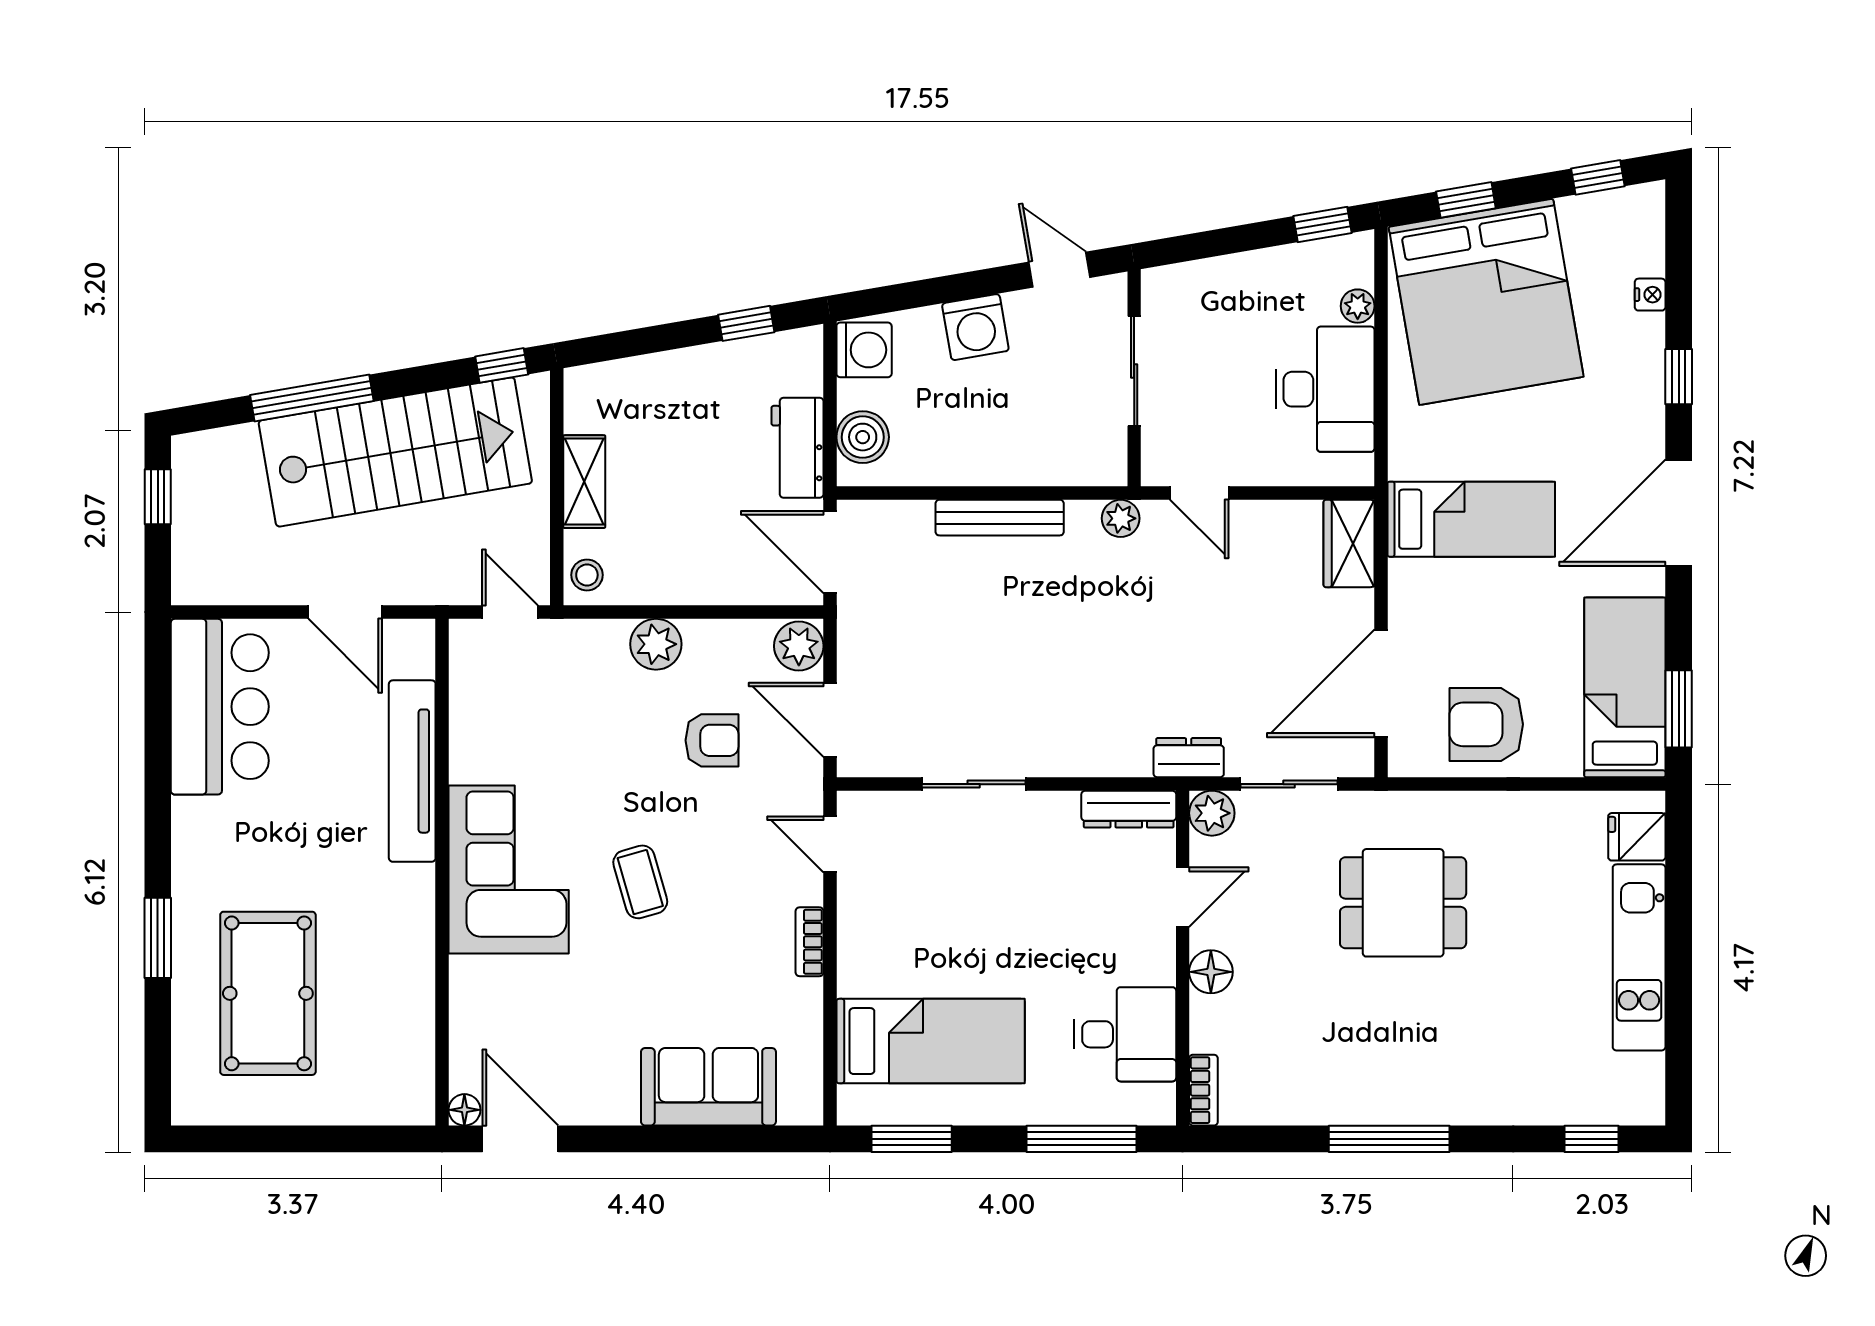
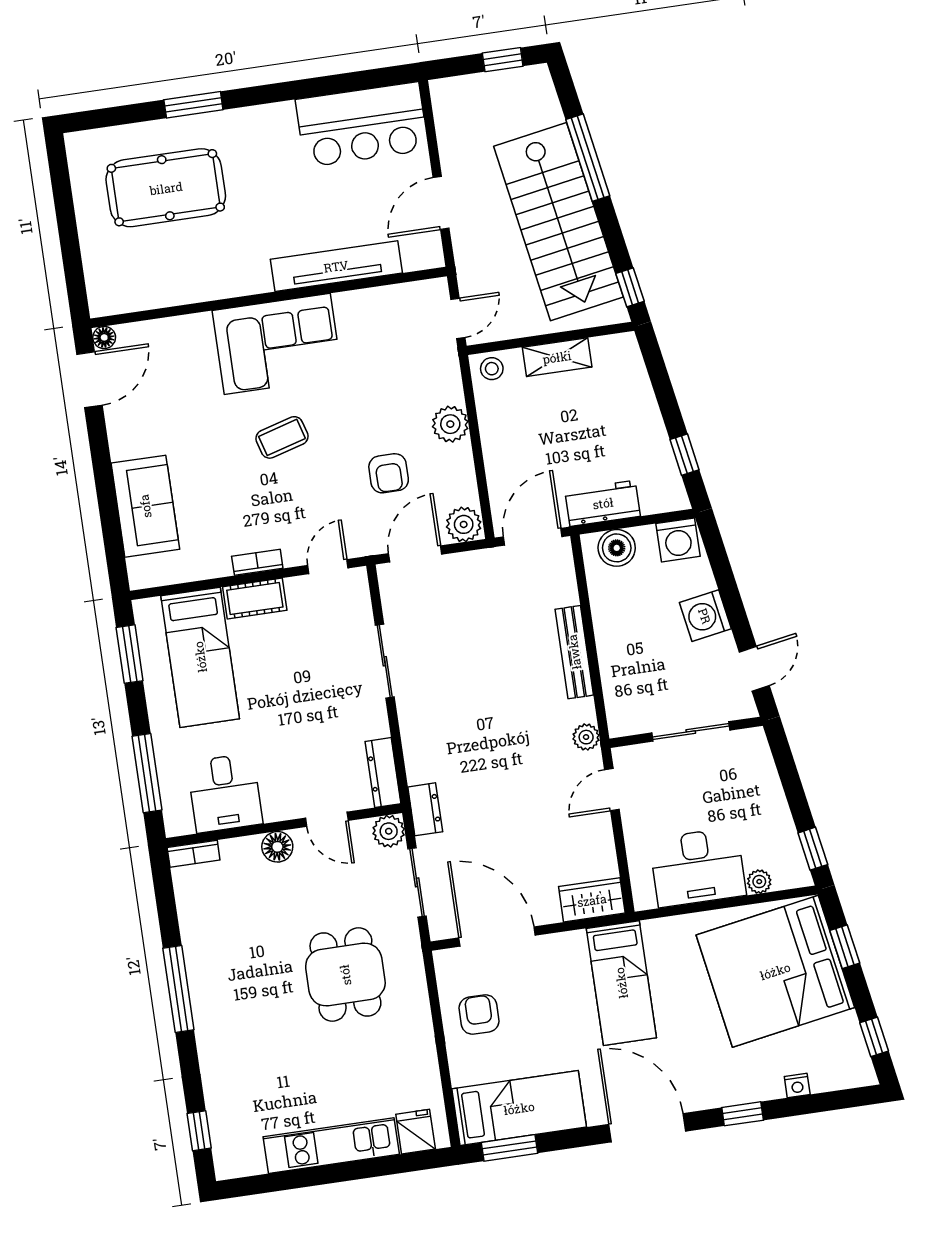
armchair: (1486, 724) -> (479, 1015), width x0.72, depth x0.72
cot: (860, 953) -> (255, 599), added

